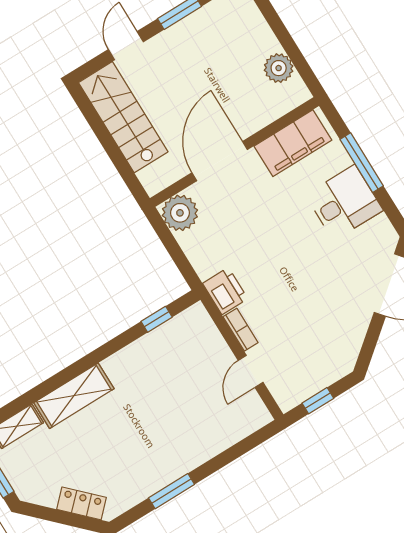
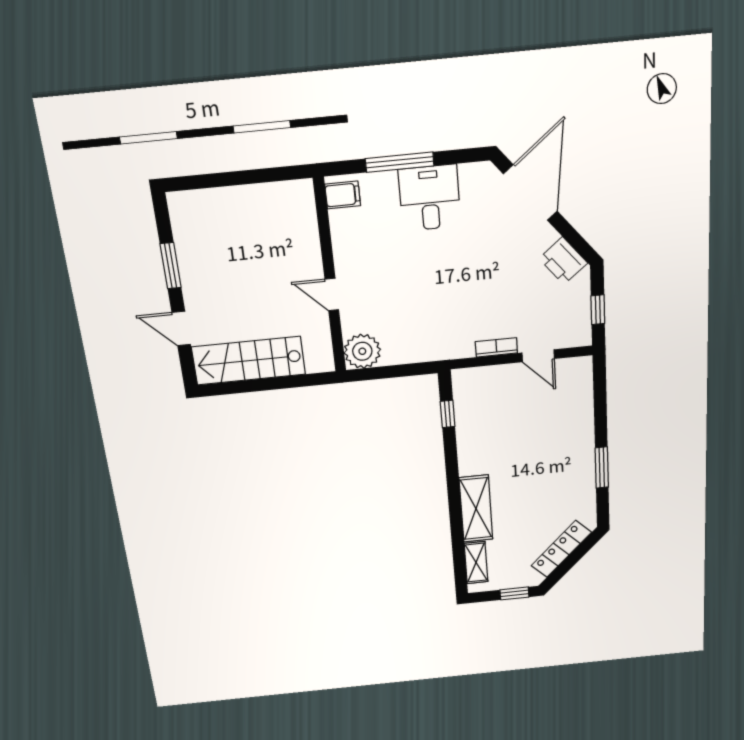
plant: (279, 68) -> (268, 198), removed
filing cabinet: (293, 143) -> (343, 195), width x0.33, depth x0.86
door: (220, 161) -> (332, 294), width x0.53
printer: (225, 291) -> (563, 261), moved, turned -129
locker: (82, 503) -> (561, 549), width x1.53

